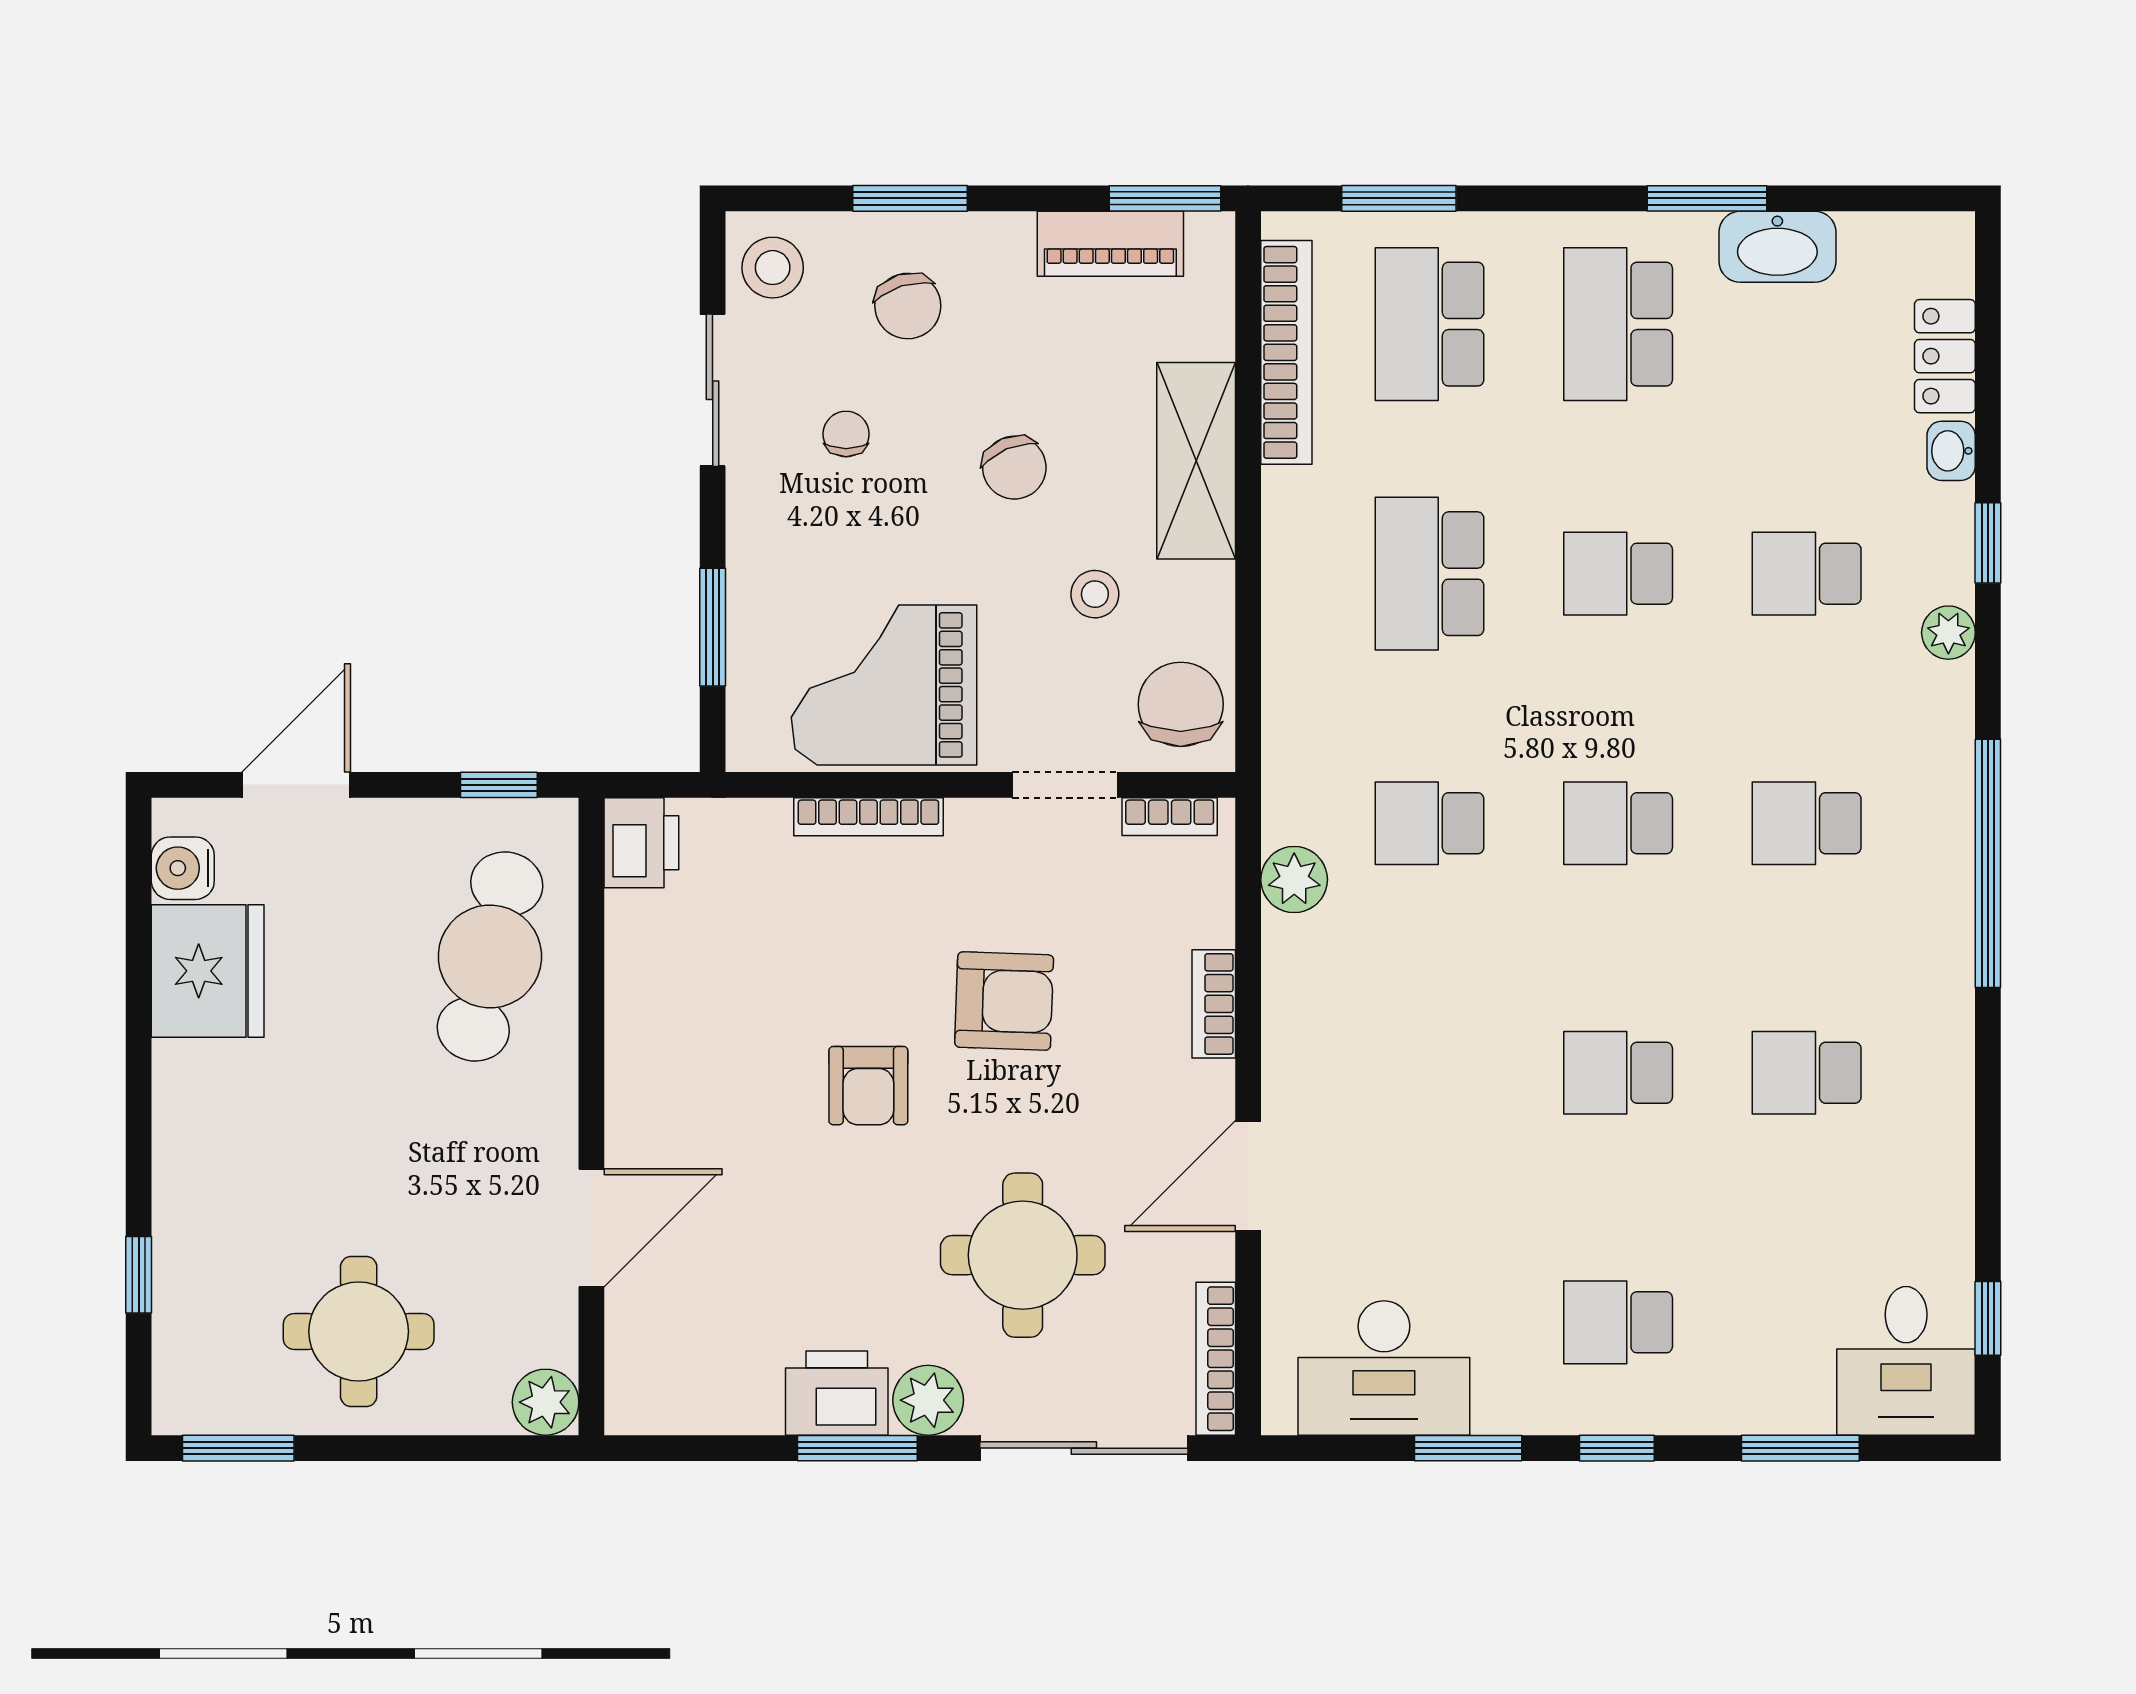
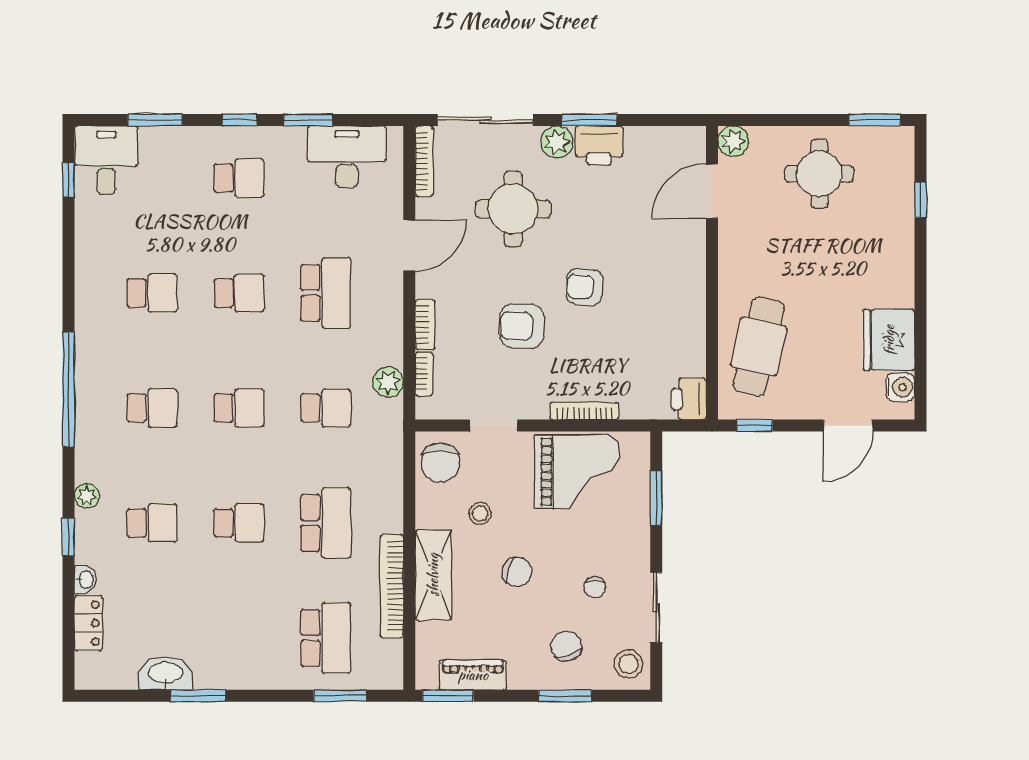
school desk: (1618, 324) -> (326, 293), moved
bookcase: (1286, 352) -> (392, 586), moved
chair: (1014, 468) -> (517, 572), turned 132
bookcase: (1170, 817) -> (424, 374), moved, turned 90
armchair: (868, 1086) -> (584, 287), turned -86
door: (591, 1228) -> (712, 191), moved

